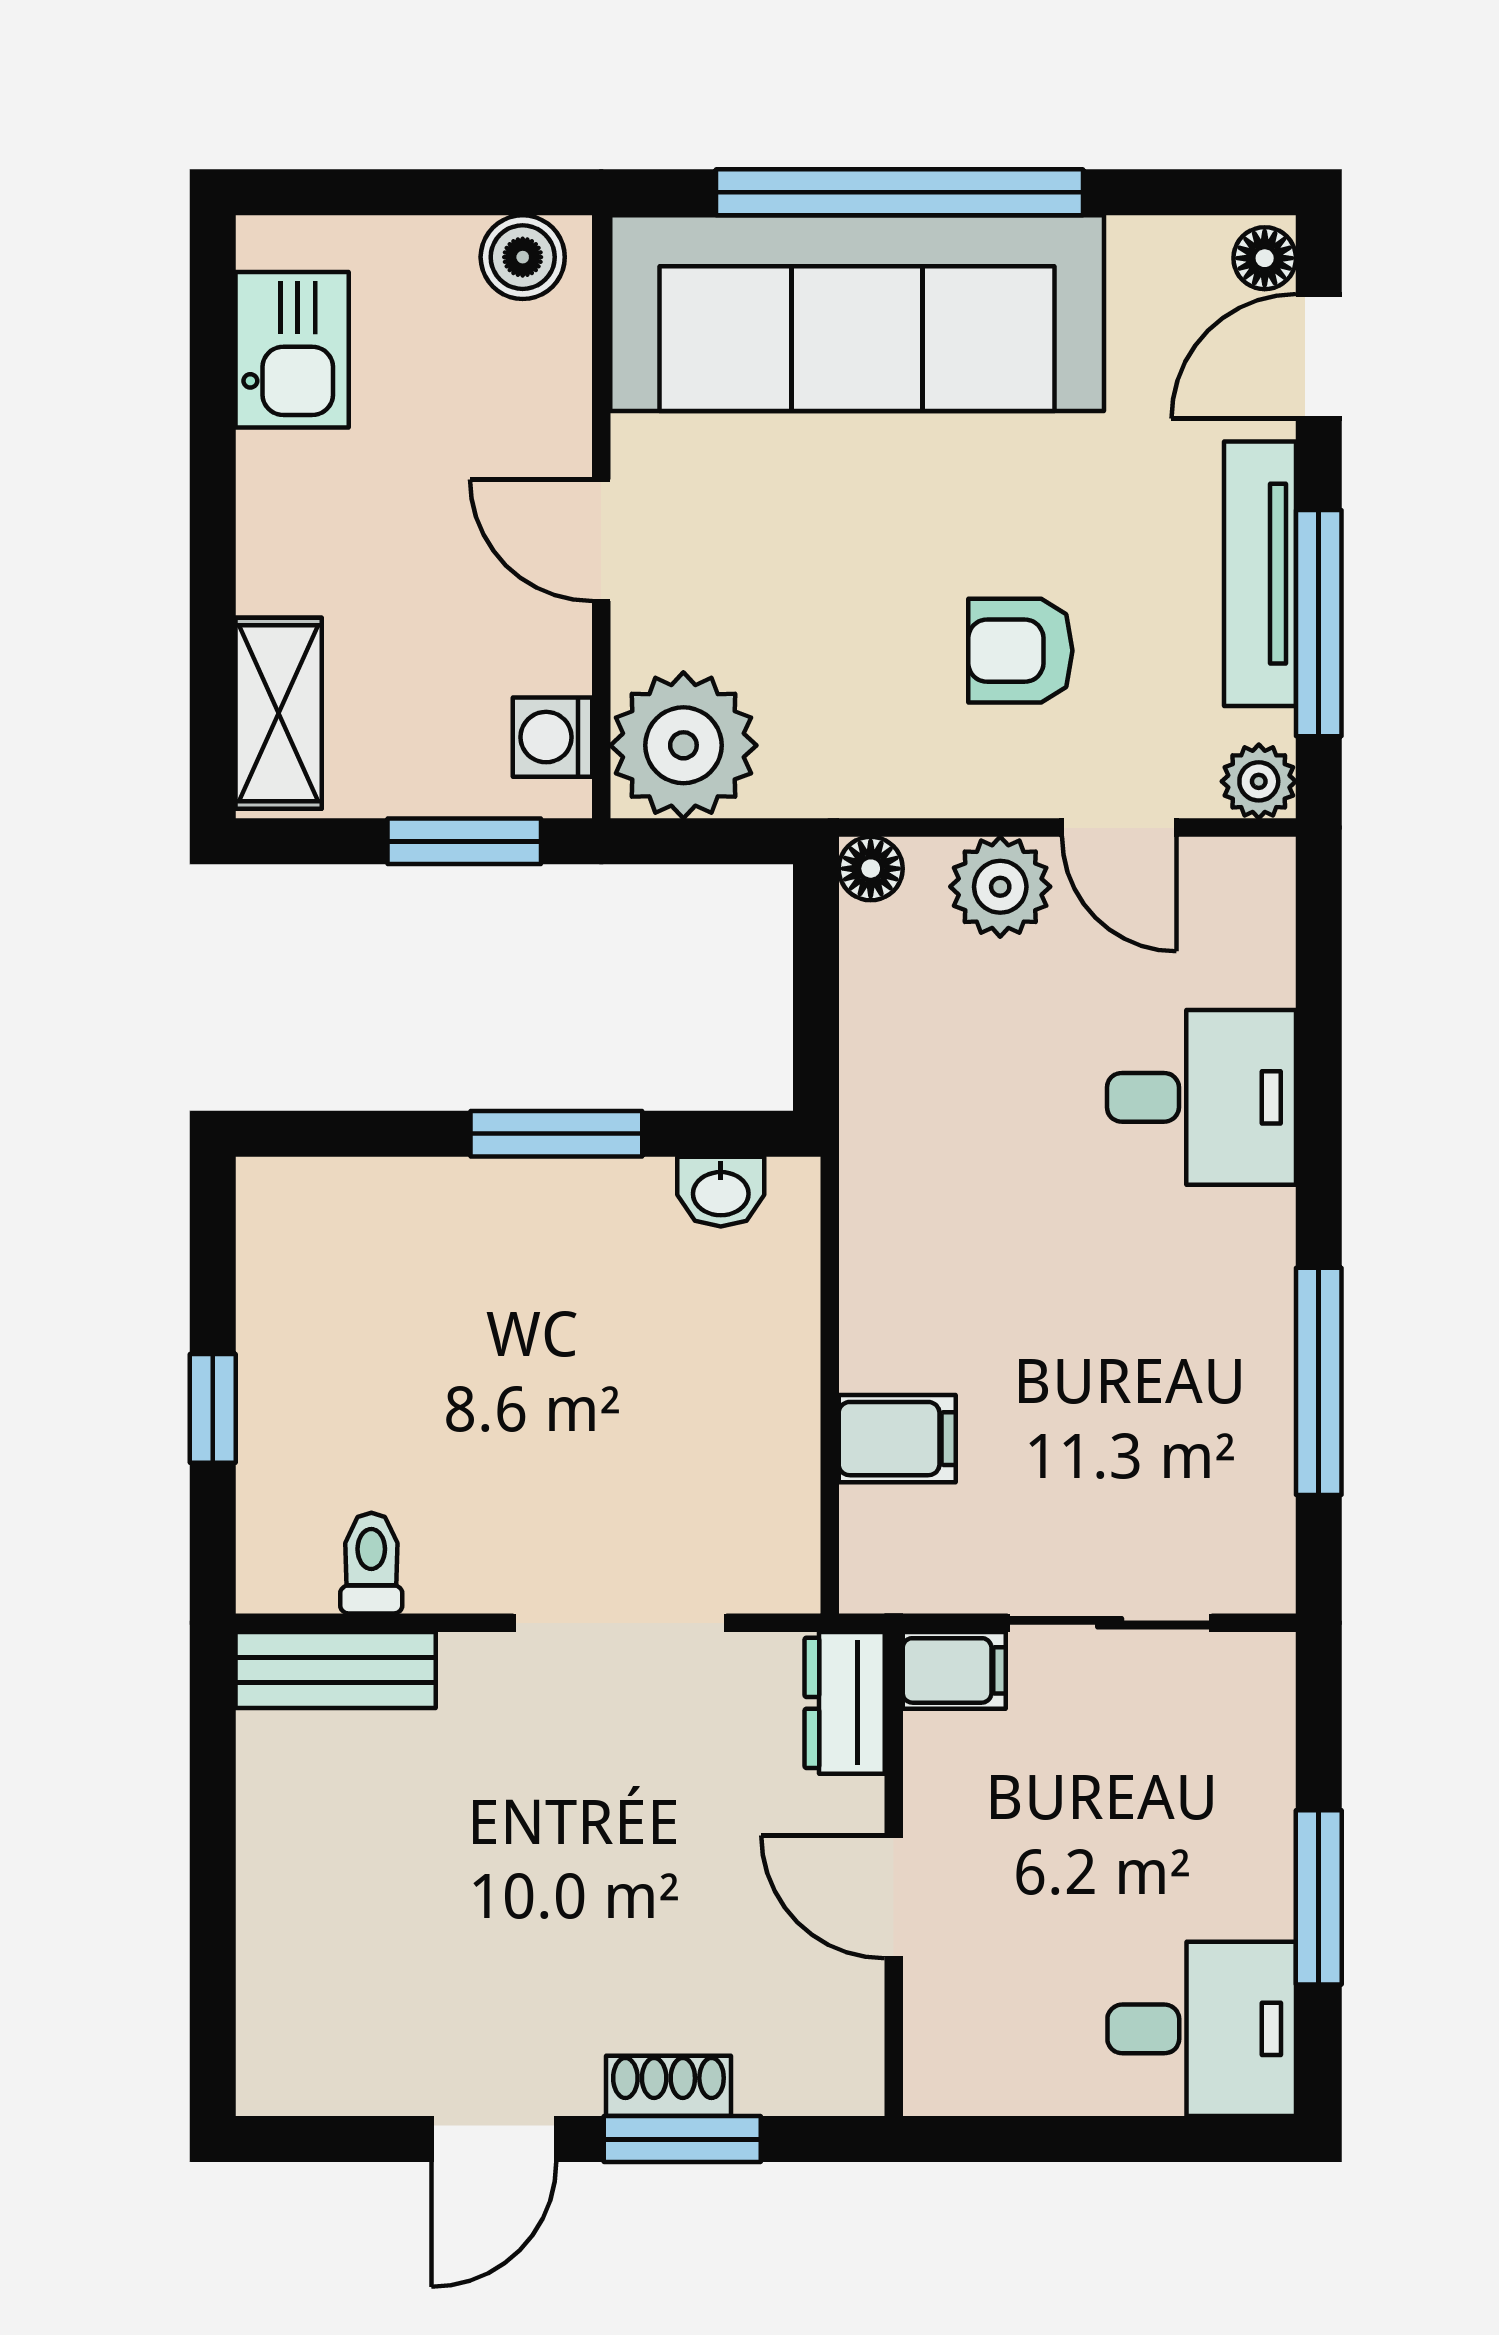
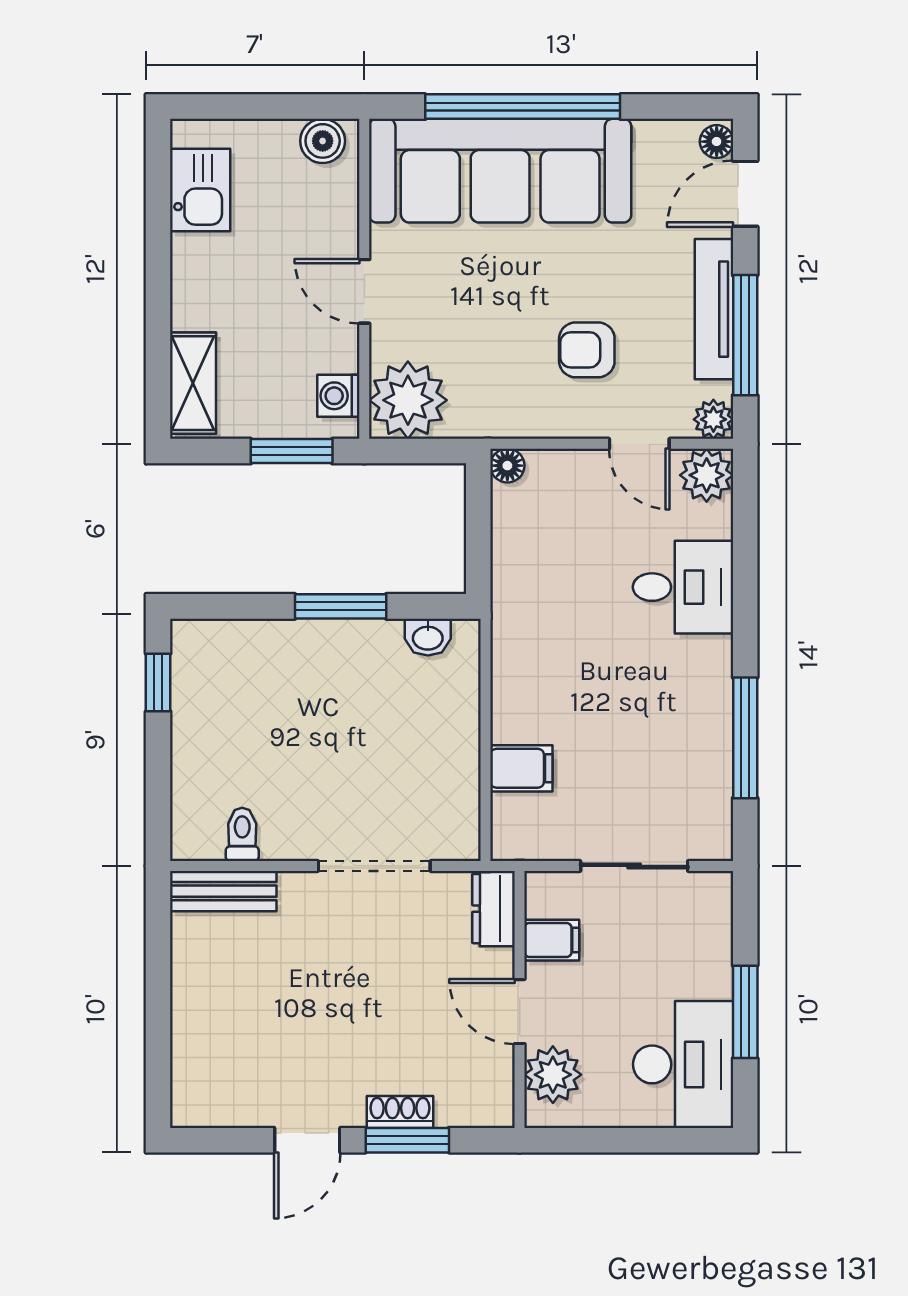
plant: (1000, 887) -> (707, 475), moved
window: (213, 1408) -> (158, 682), moved
filing cabinet: (954, 1670) -> (552, 940), moved
plant: (956, 2016) -> (553, 1075), added
desk: (1202, 2029) -> (683, 1064), width x1.37

